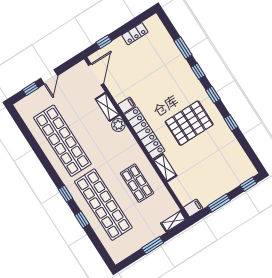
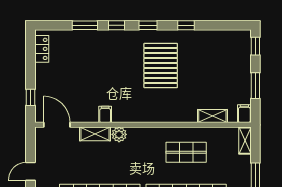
locker: (135, 34) -> (42, 49), moved
door: (49, 77) -> (31, 171), swing flipped
locker: (145, 133) -> (143, 114), removed
shelving: (165, 168) -> (212, 116), moved

